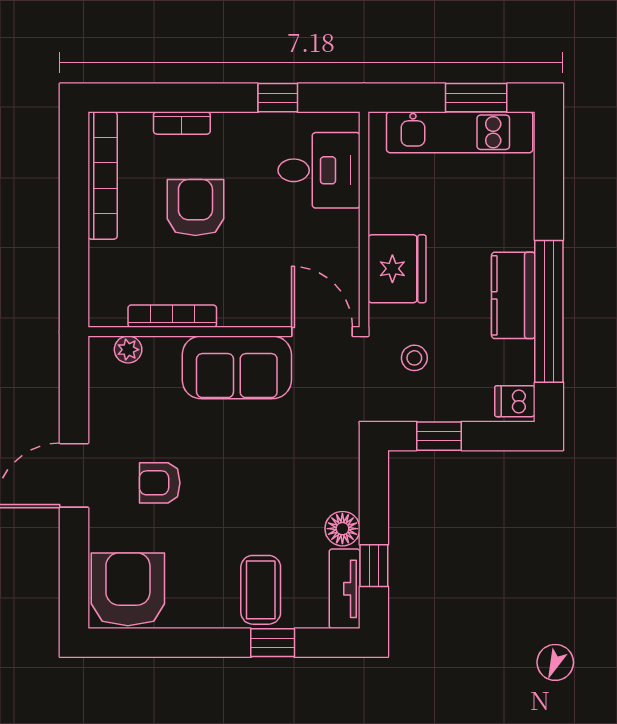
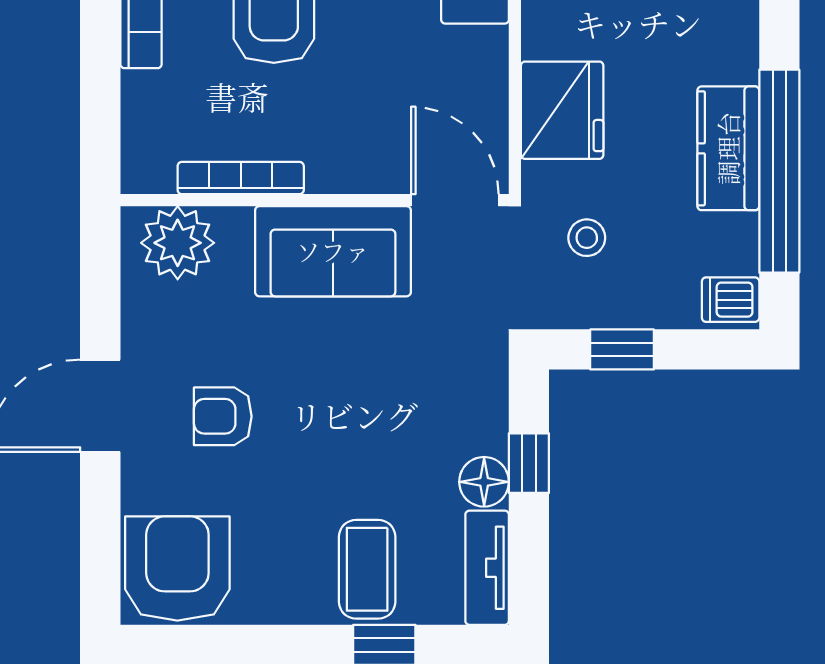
plant: (128, 350) -> (178, 243), width x1.88, depth x1.88
window: (374, 566) -> (529, 463), moved

